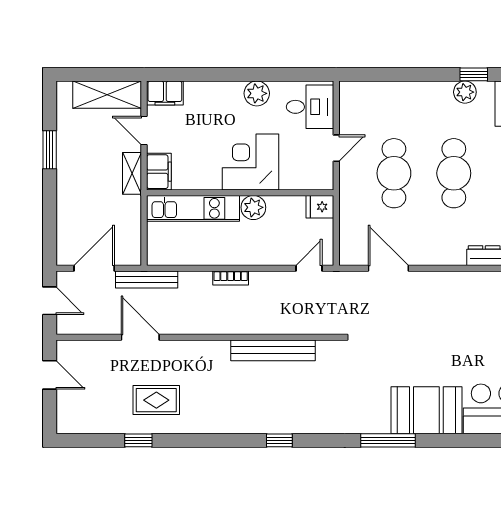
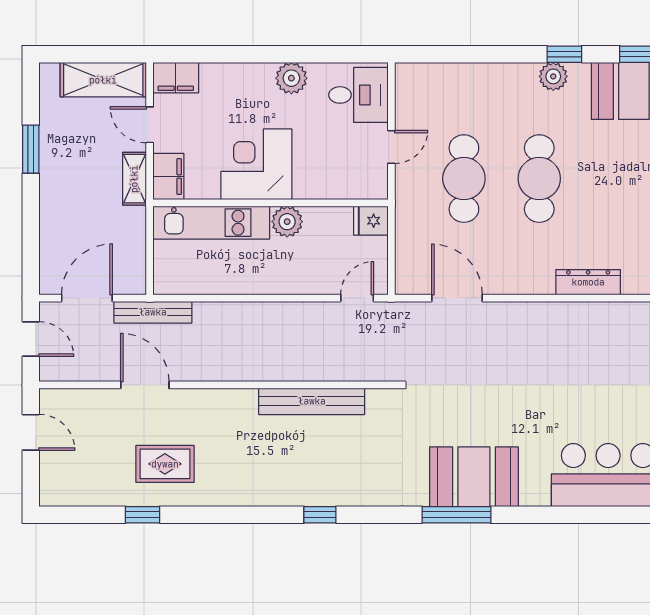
corner desk: (251, 162) -> (256, 164), moved
bookcase: (231, 278) -> (258, 310), removed
booth: (426, 410) -> (474, 477), moved

